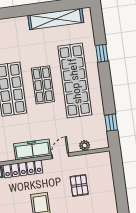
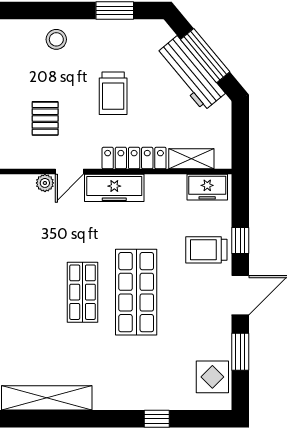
shop shelf: (75, 81) -> (29, 292), removed
plant: (85, 146) -> (45, 183), moved

